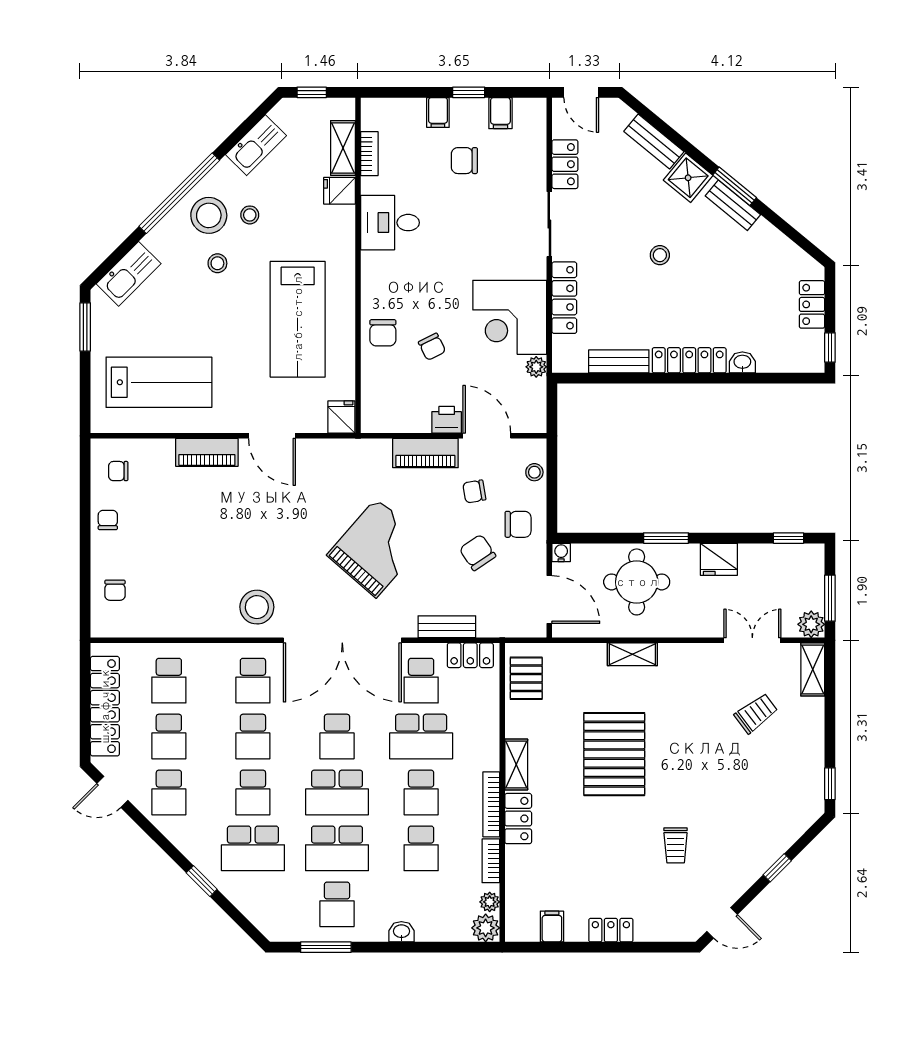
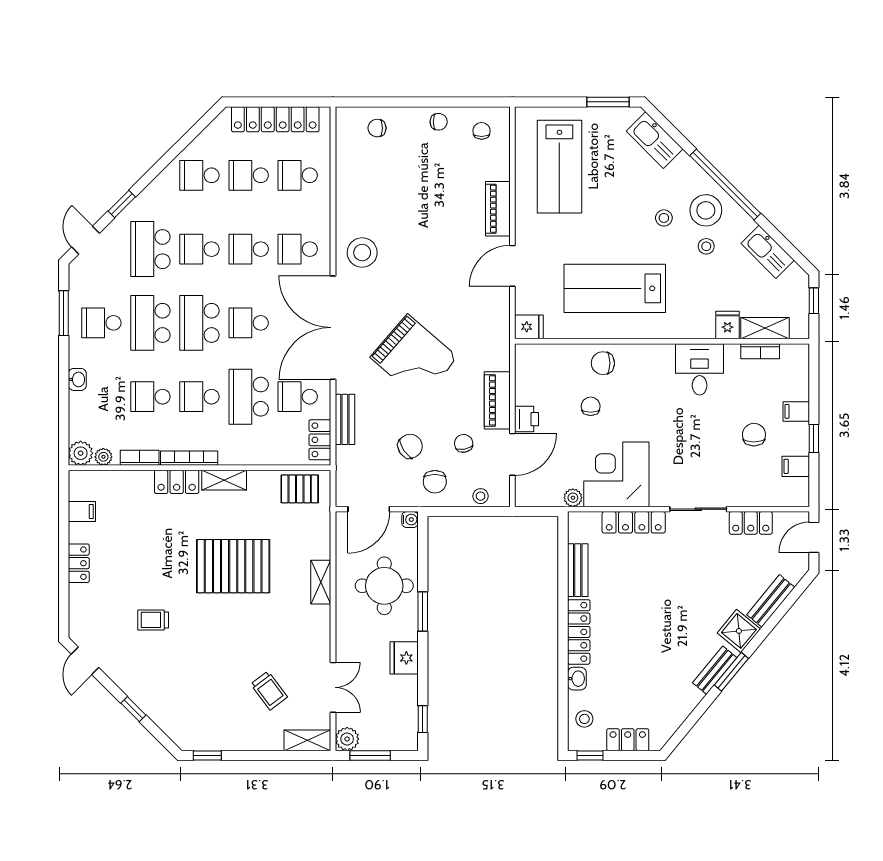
stool: (660, 255) -> (584, 719), moved
chair: (432, 347) -> (591, 406), turned 116
door: (112, 792) -> (86, 240), moved

